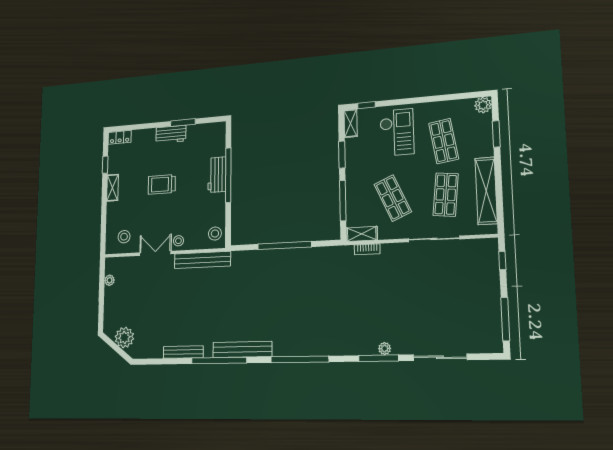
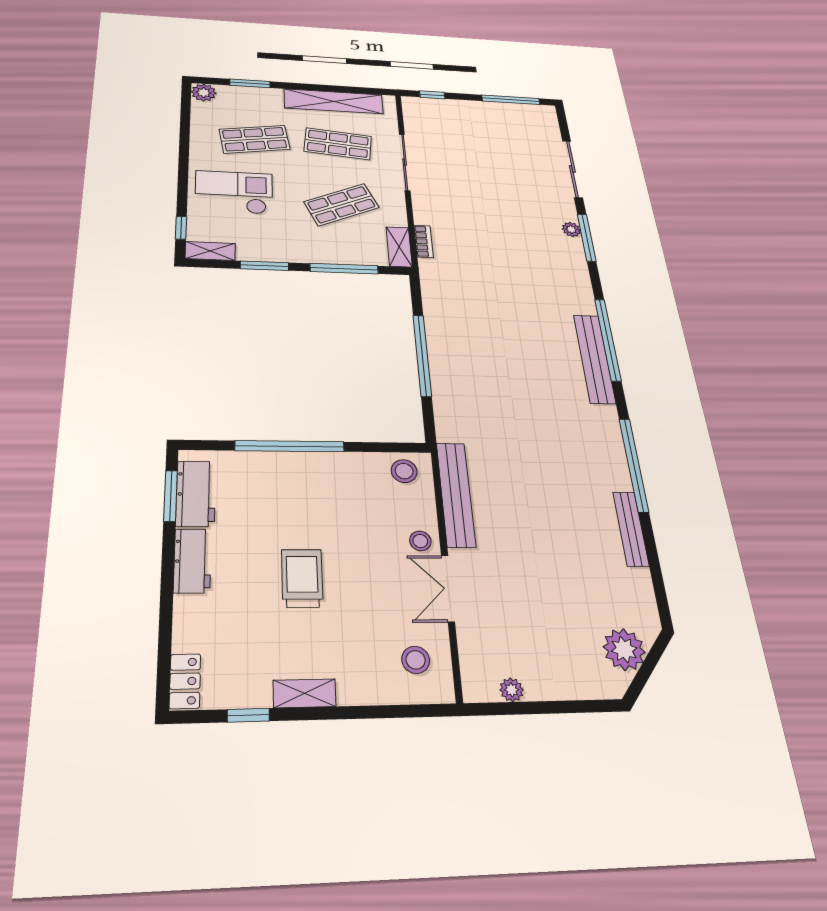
window: (183, 123) -> (171, 496), moved
workbench: (217, 175) -> (196, 494), moved, turned -90
trolley: (162, 184) -> (302, 578), turned 180
bench: (242, 349) -> (594, 359), moved

